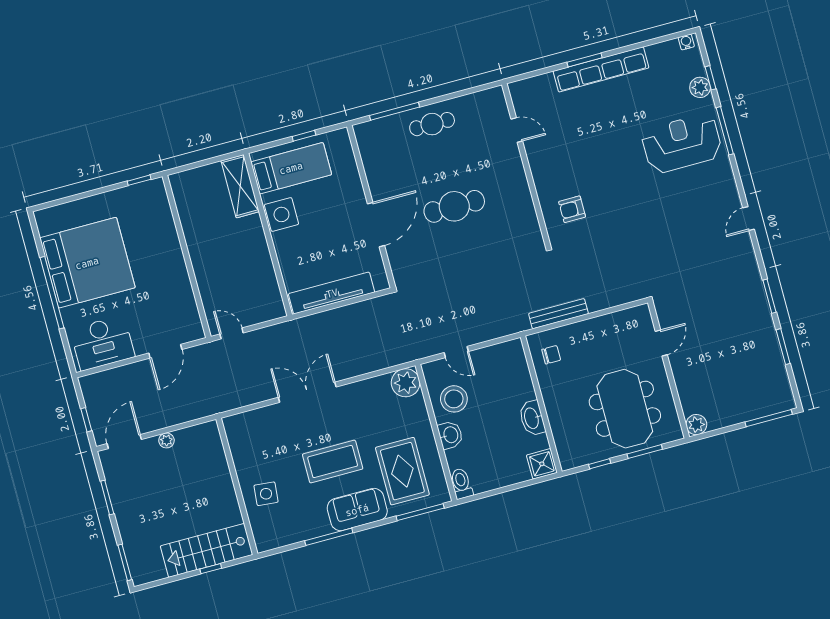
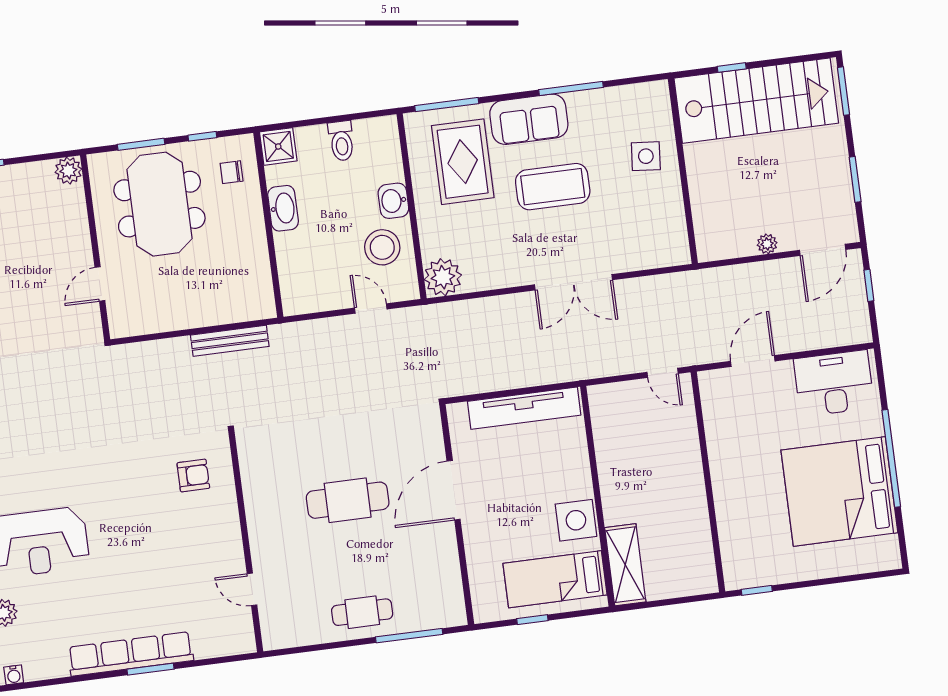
chair: (551, 355) -> (232, 172), moved
toilet: (461, 483) -> (341, 141), moved
stairs: (207, 550) -> (756, 101), width x1.36, depth x1.51

